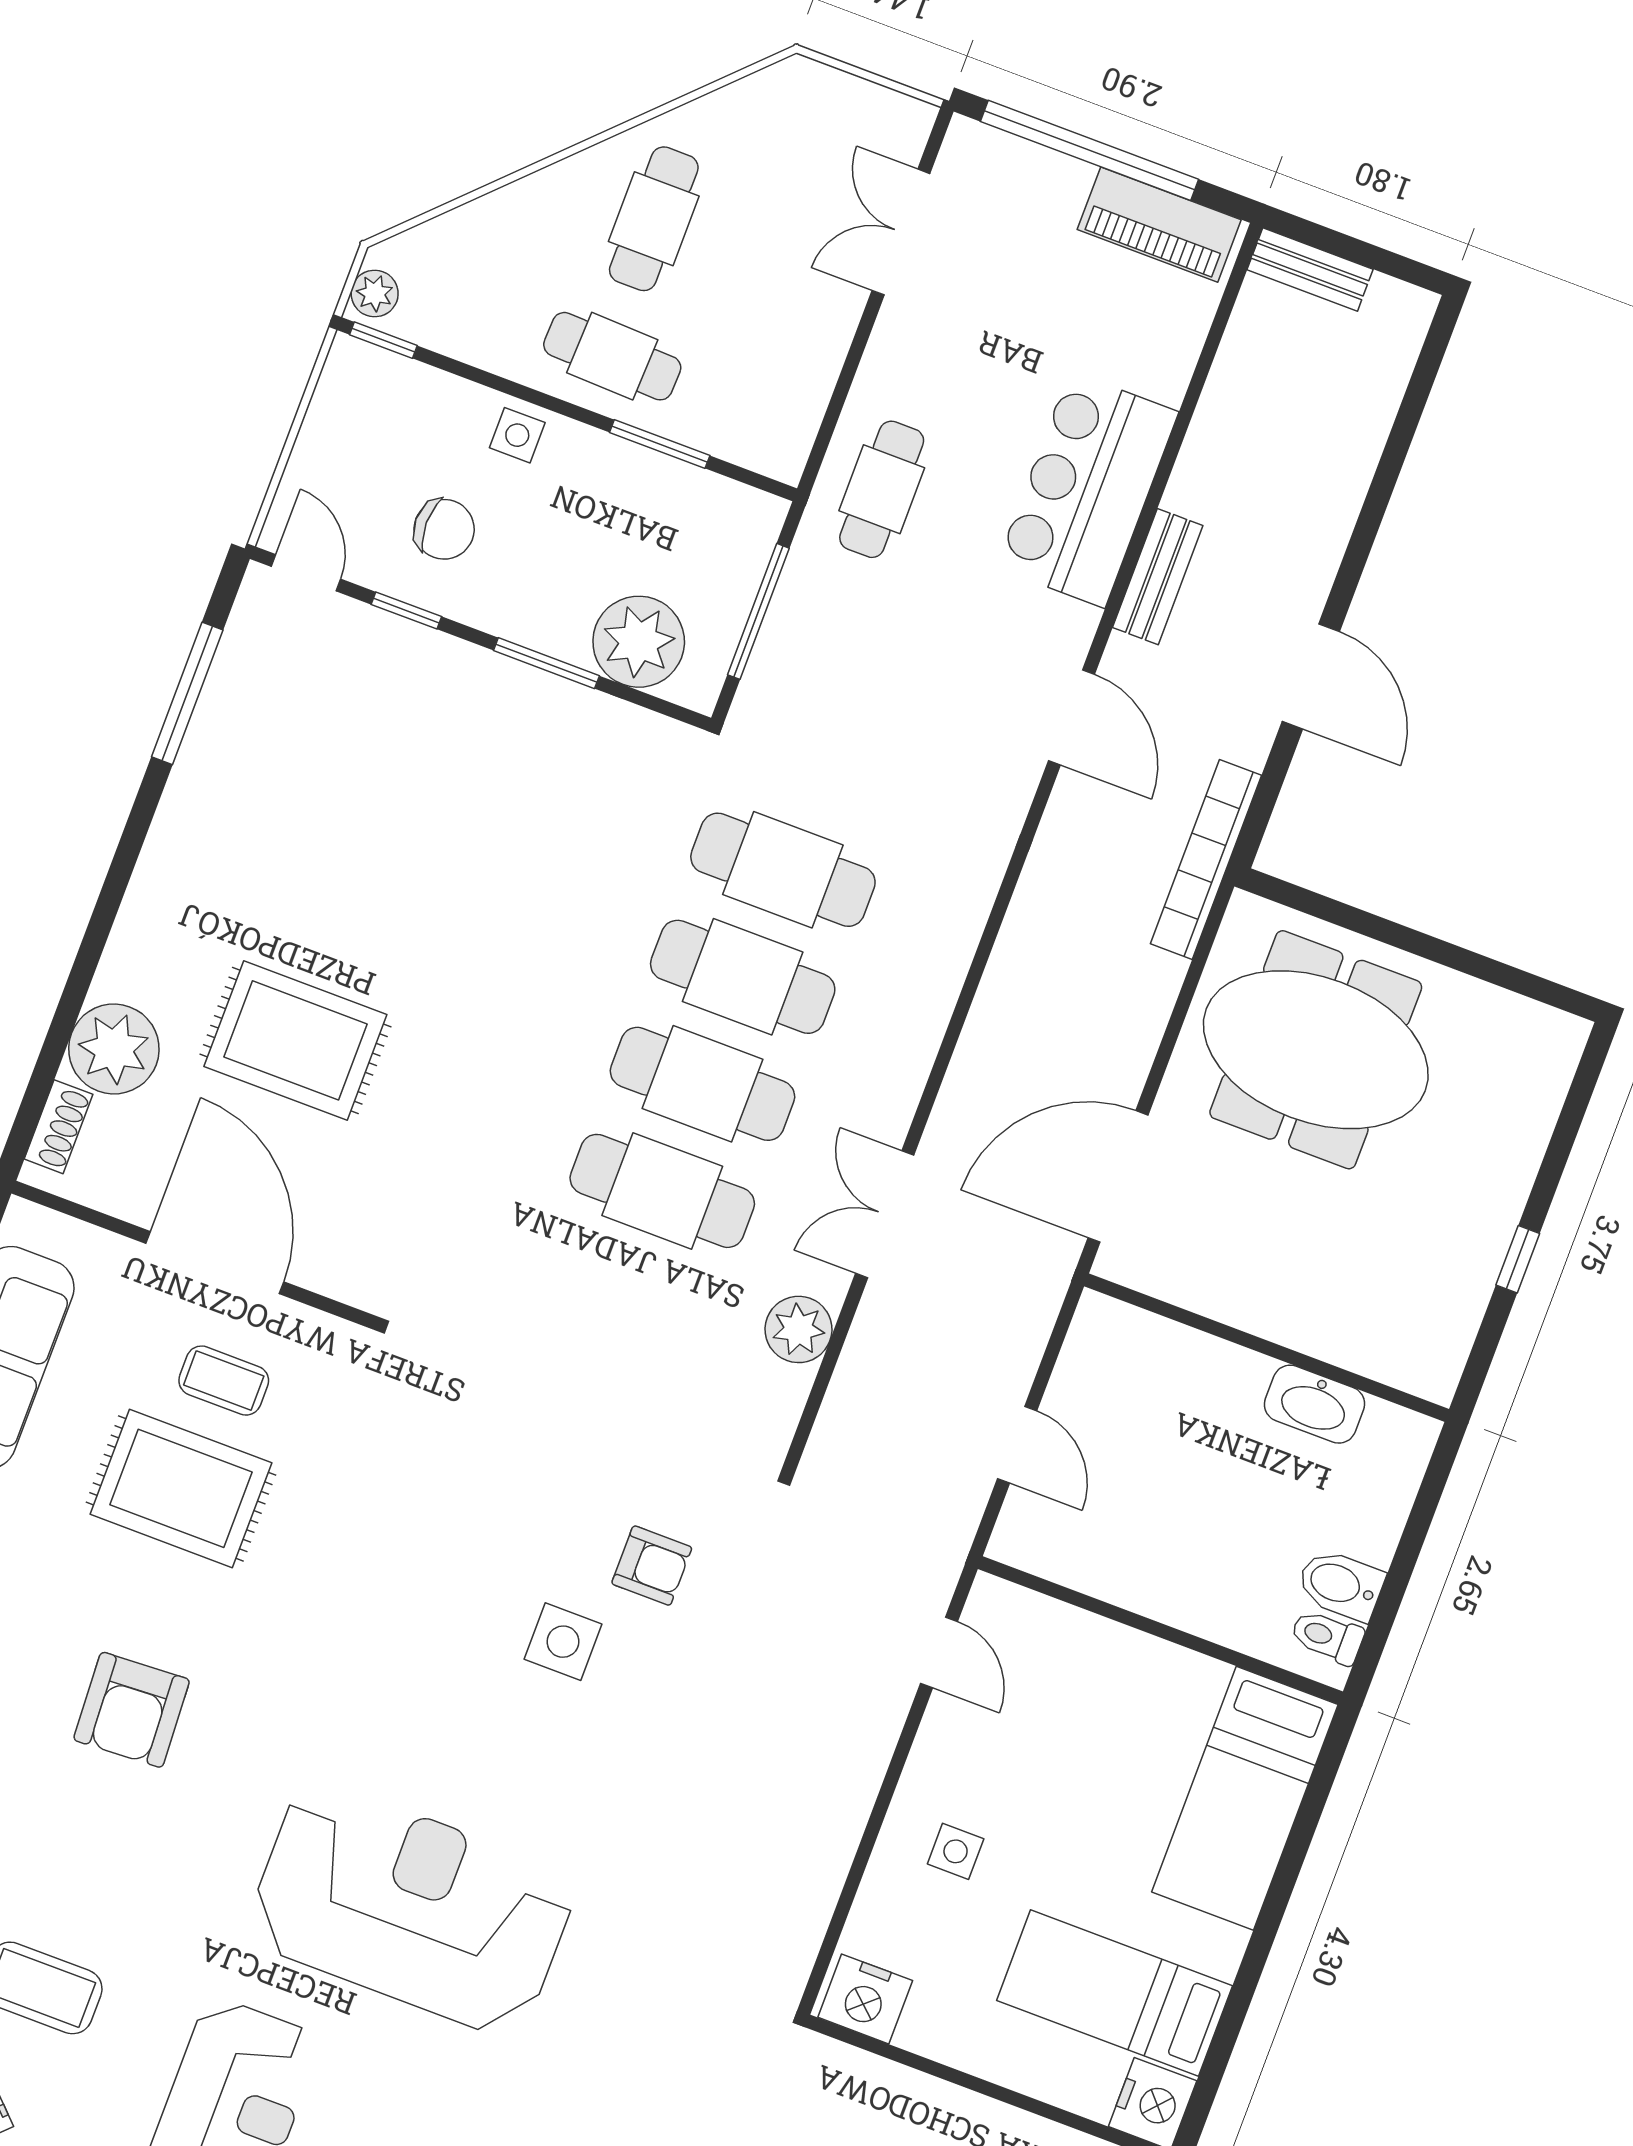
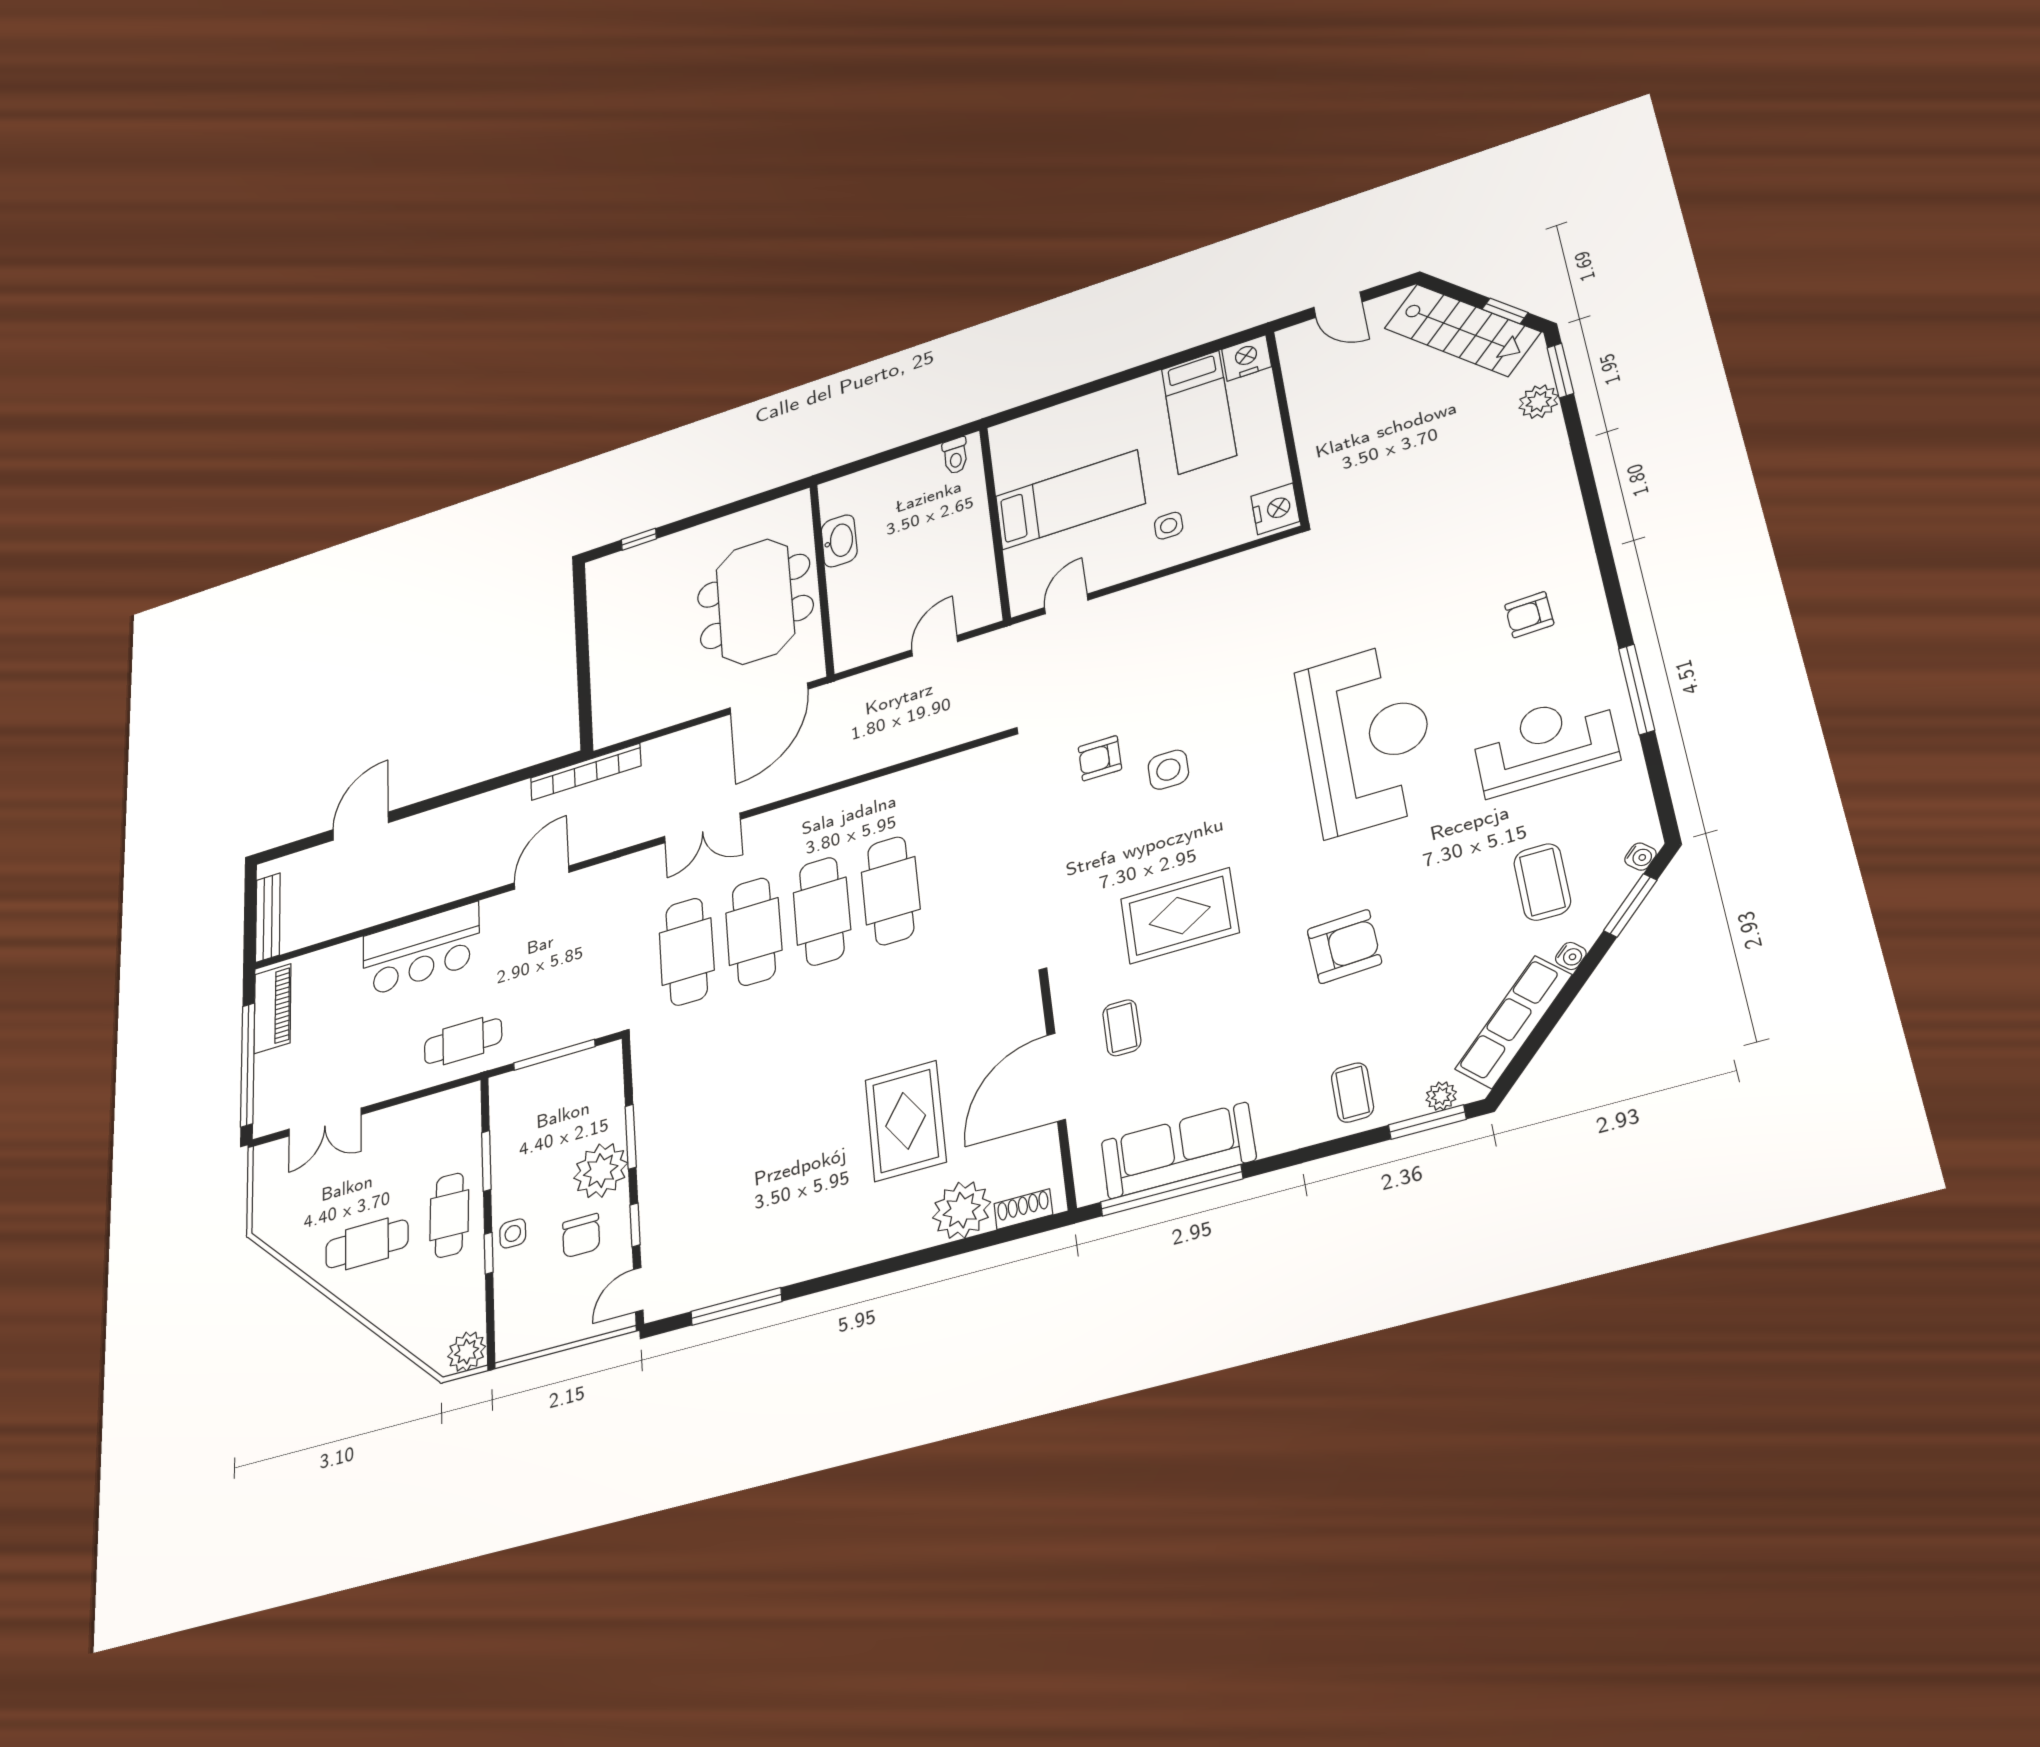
bench: (1310, 270) -> (268, 917), width x1.36
plant: (375, 294) -> (467, 1352), width x1.38, depth x1.38
window: (383, 340) -> (489, 1253), moved
chair: (444, 529) -> (581, 1236), turned 180
bench: (1158, 577) -> (451, 889), removed
plant: (639, 642) -> (601, 1171), moved
door: (1311, 676) -> (361, 826), moved
meeting table: (1316, 1050) -> (755, 601), moved
door: (1118, 1176) -> (769, 699), hinge flipped
double door: (885, 1214) -> (702, 828), moved
window: (1518, 1259) -> (639, 539), moved
plant: (799, 1329) -> (930, 780), removed
rug: (181, 1488) -> (1180, 916), moved, turned 90
armchair: (652, 1566) -> (1100, 758), turned -90
bidet: (1340, 1585) -> (925, 469), removed
bed: (1245, 1798) -> (1070, 500), moved
reception desk: (411, 1908) -> (1367, 738), turned 180

